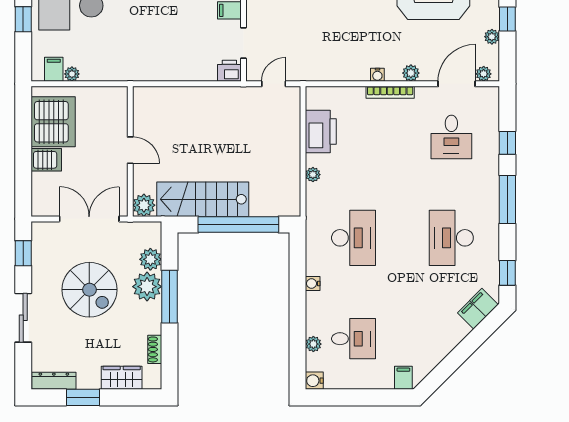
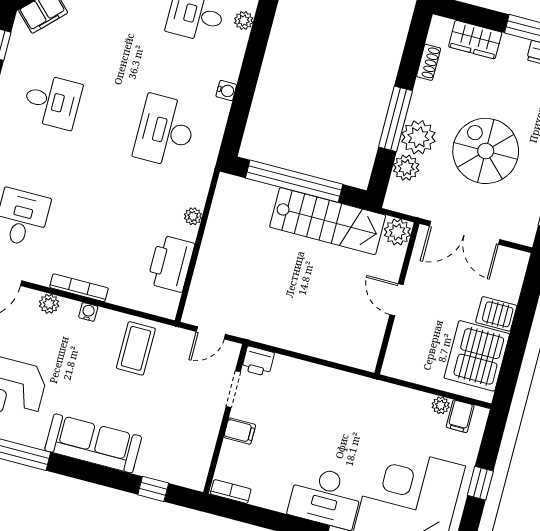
coffee table: (331, 55) -> (136, 348), added
desk: (451, 238) -> (52, 101), width x0.73

